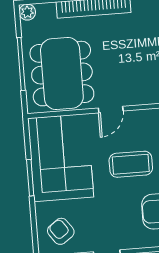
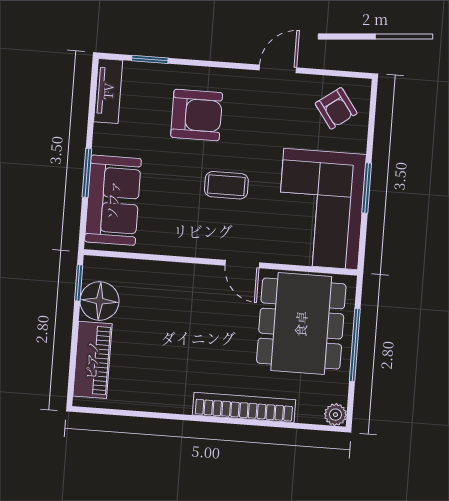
door: (111, 110) -> (242, 264), swing flipped
coffee table: (131, 164) -> (226, 185), width x0.73, depth x0.77

